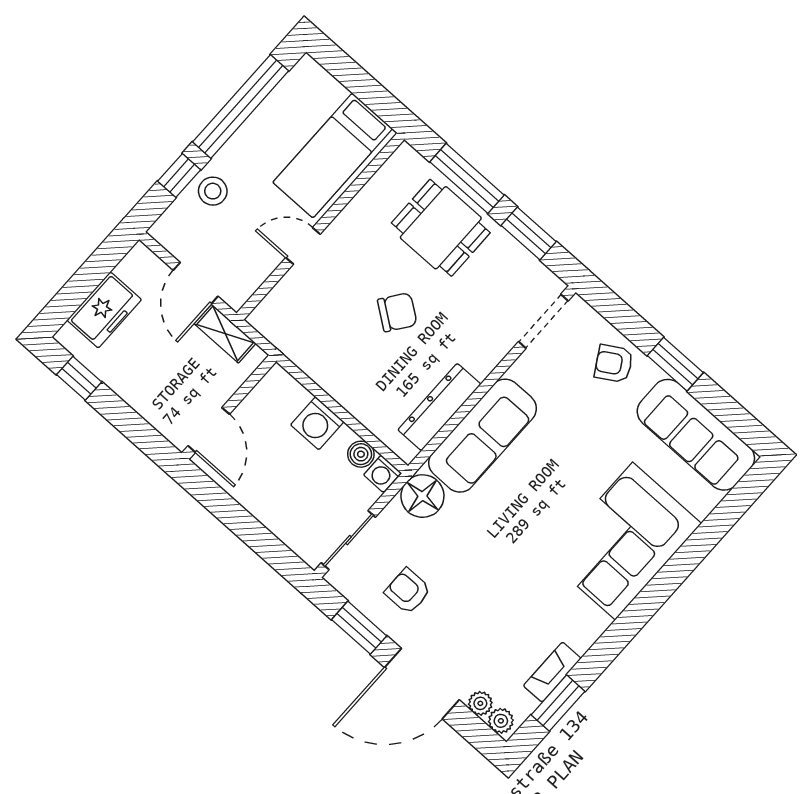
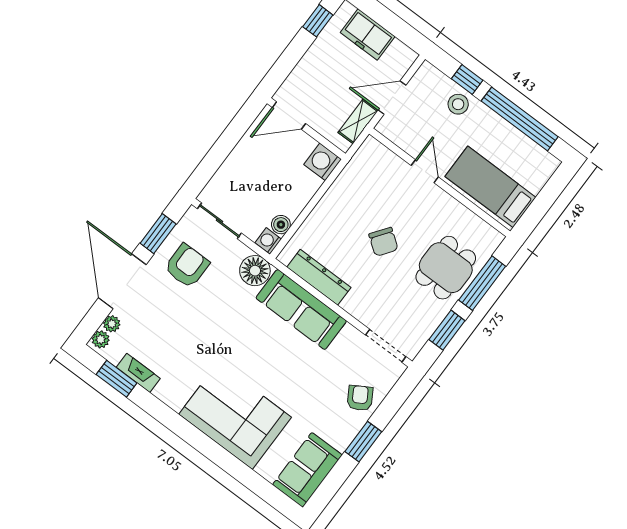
washing machine: (317, 423) -> (323, 162), moved
sofa: (696, 435) -> (307, 470), width x0.73
armchair: (408, 591) -> (187, 266), width x1.38, depth x1.38

